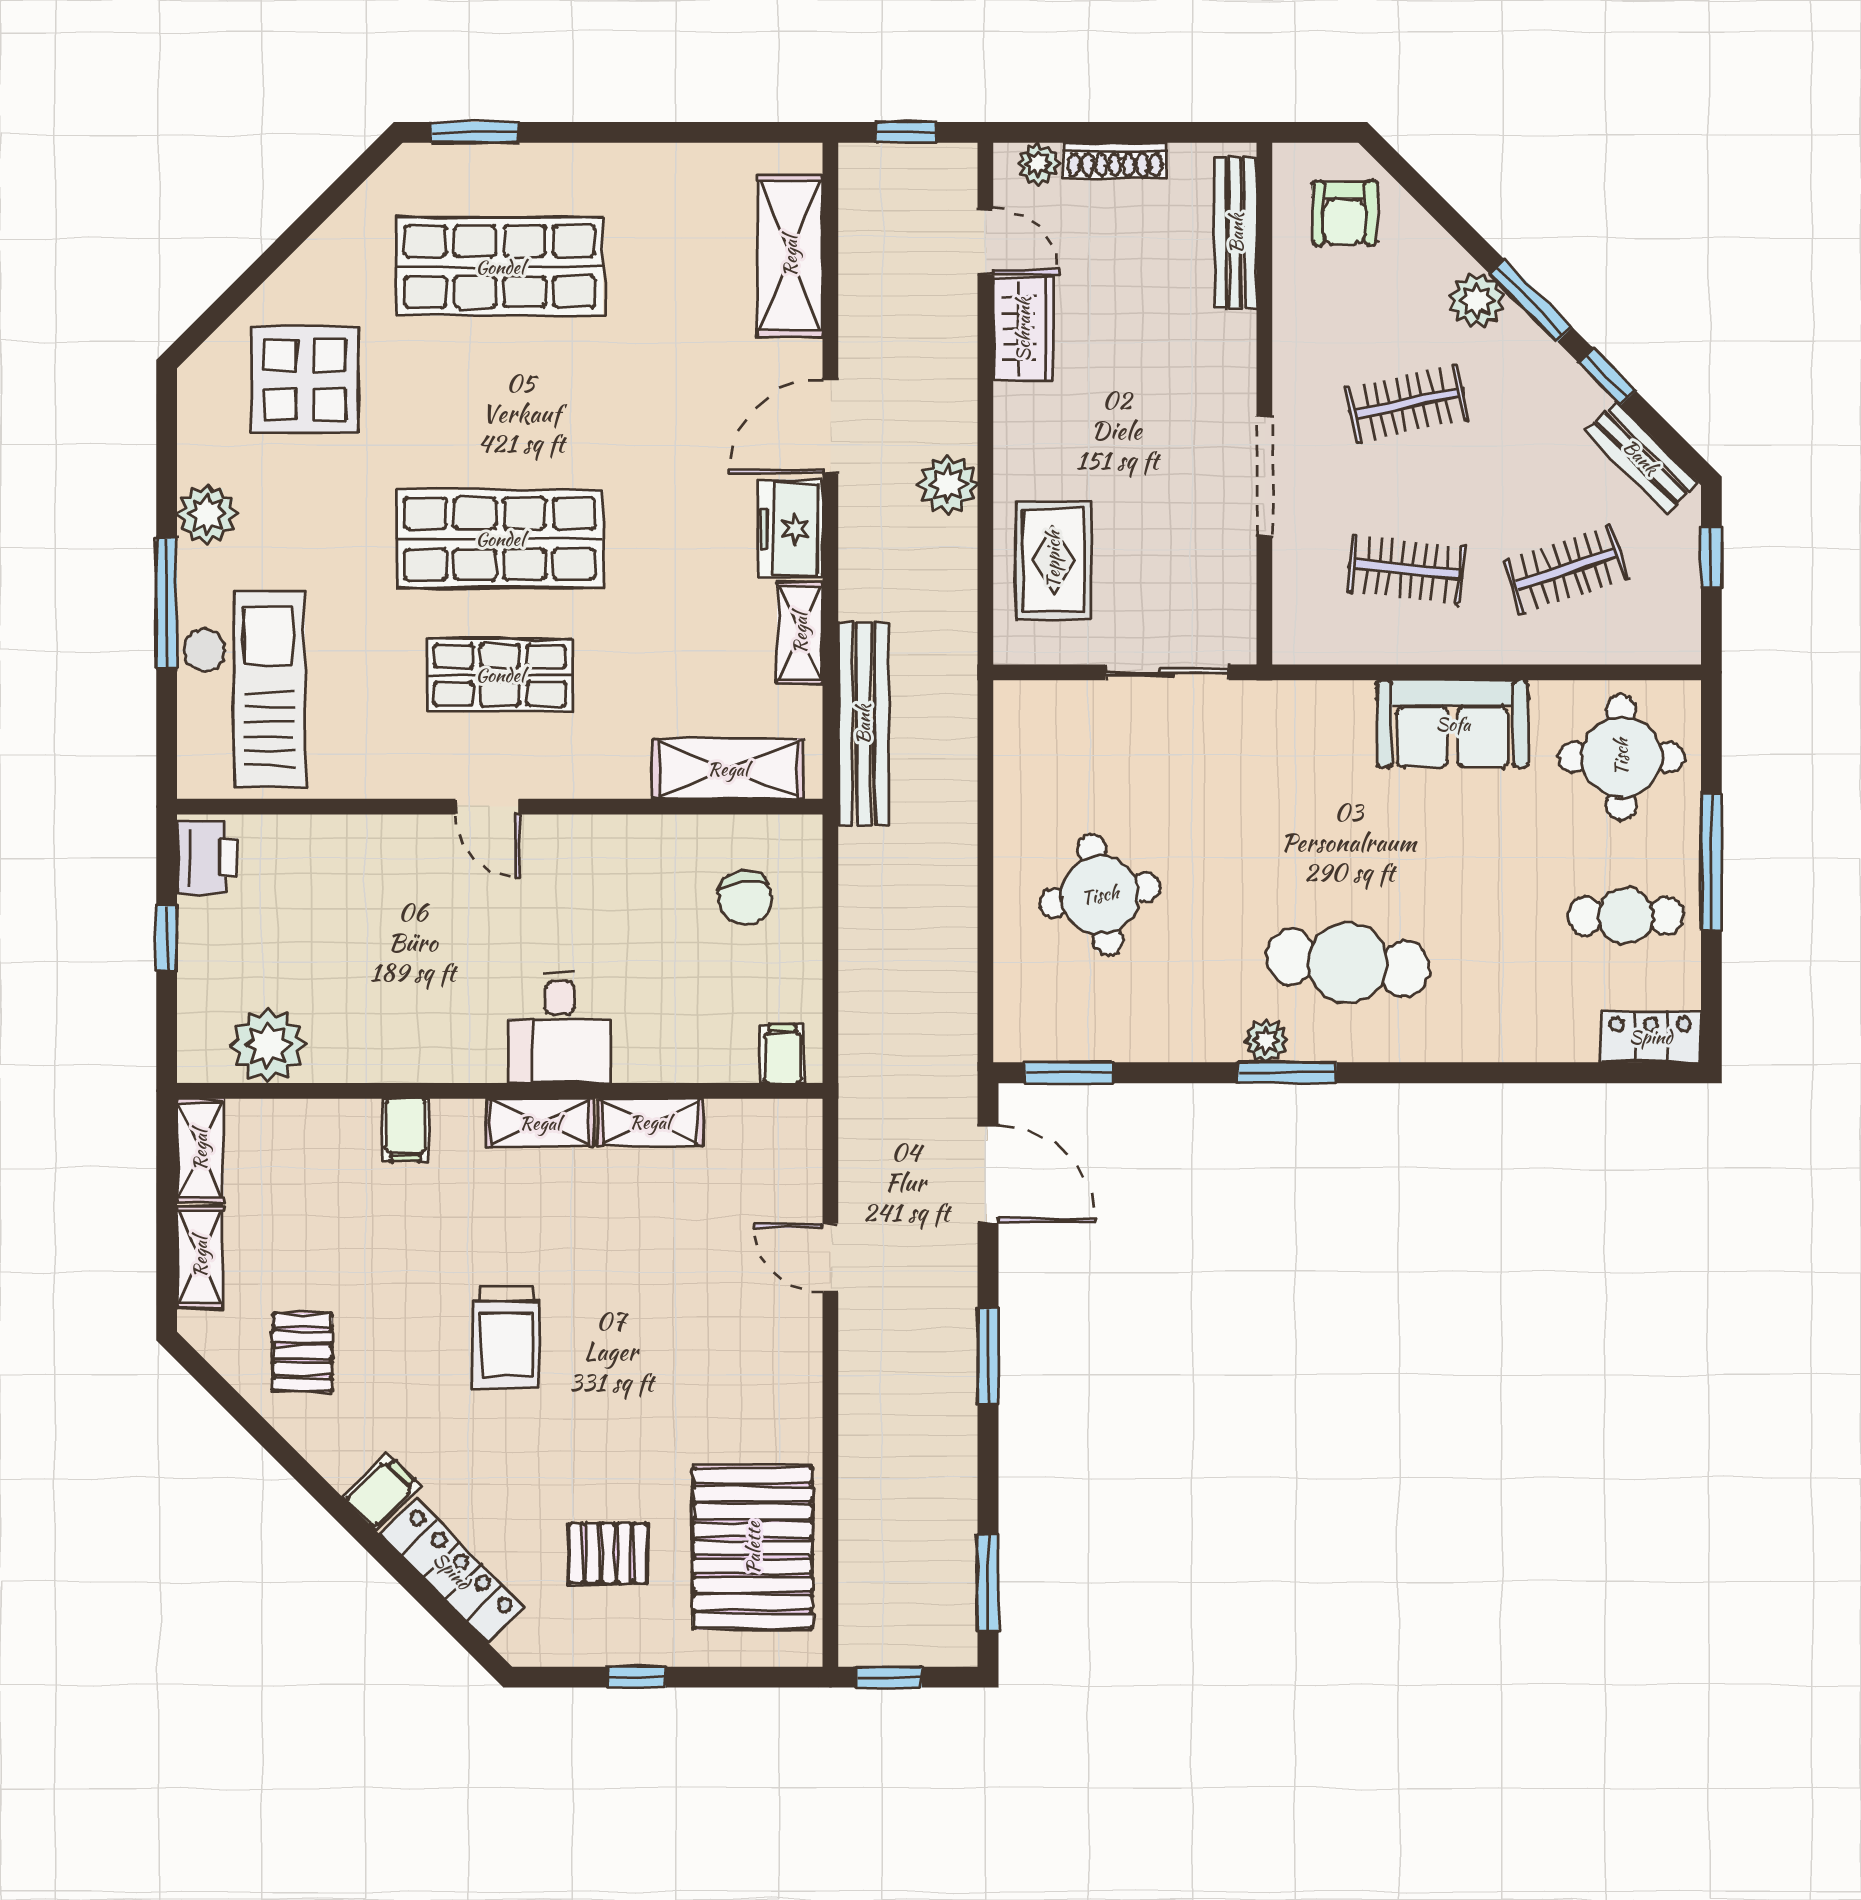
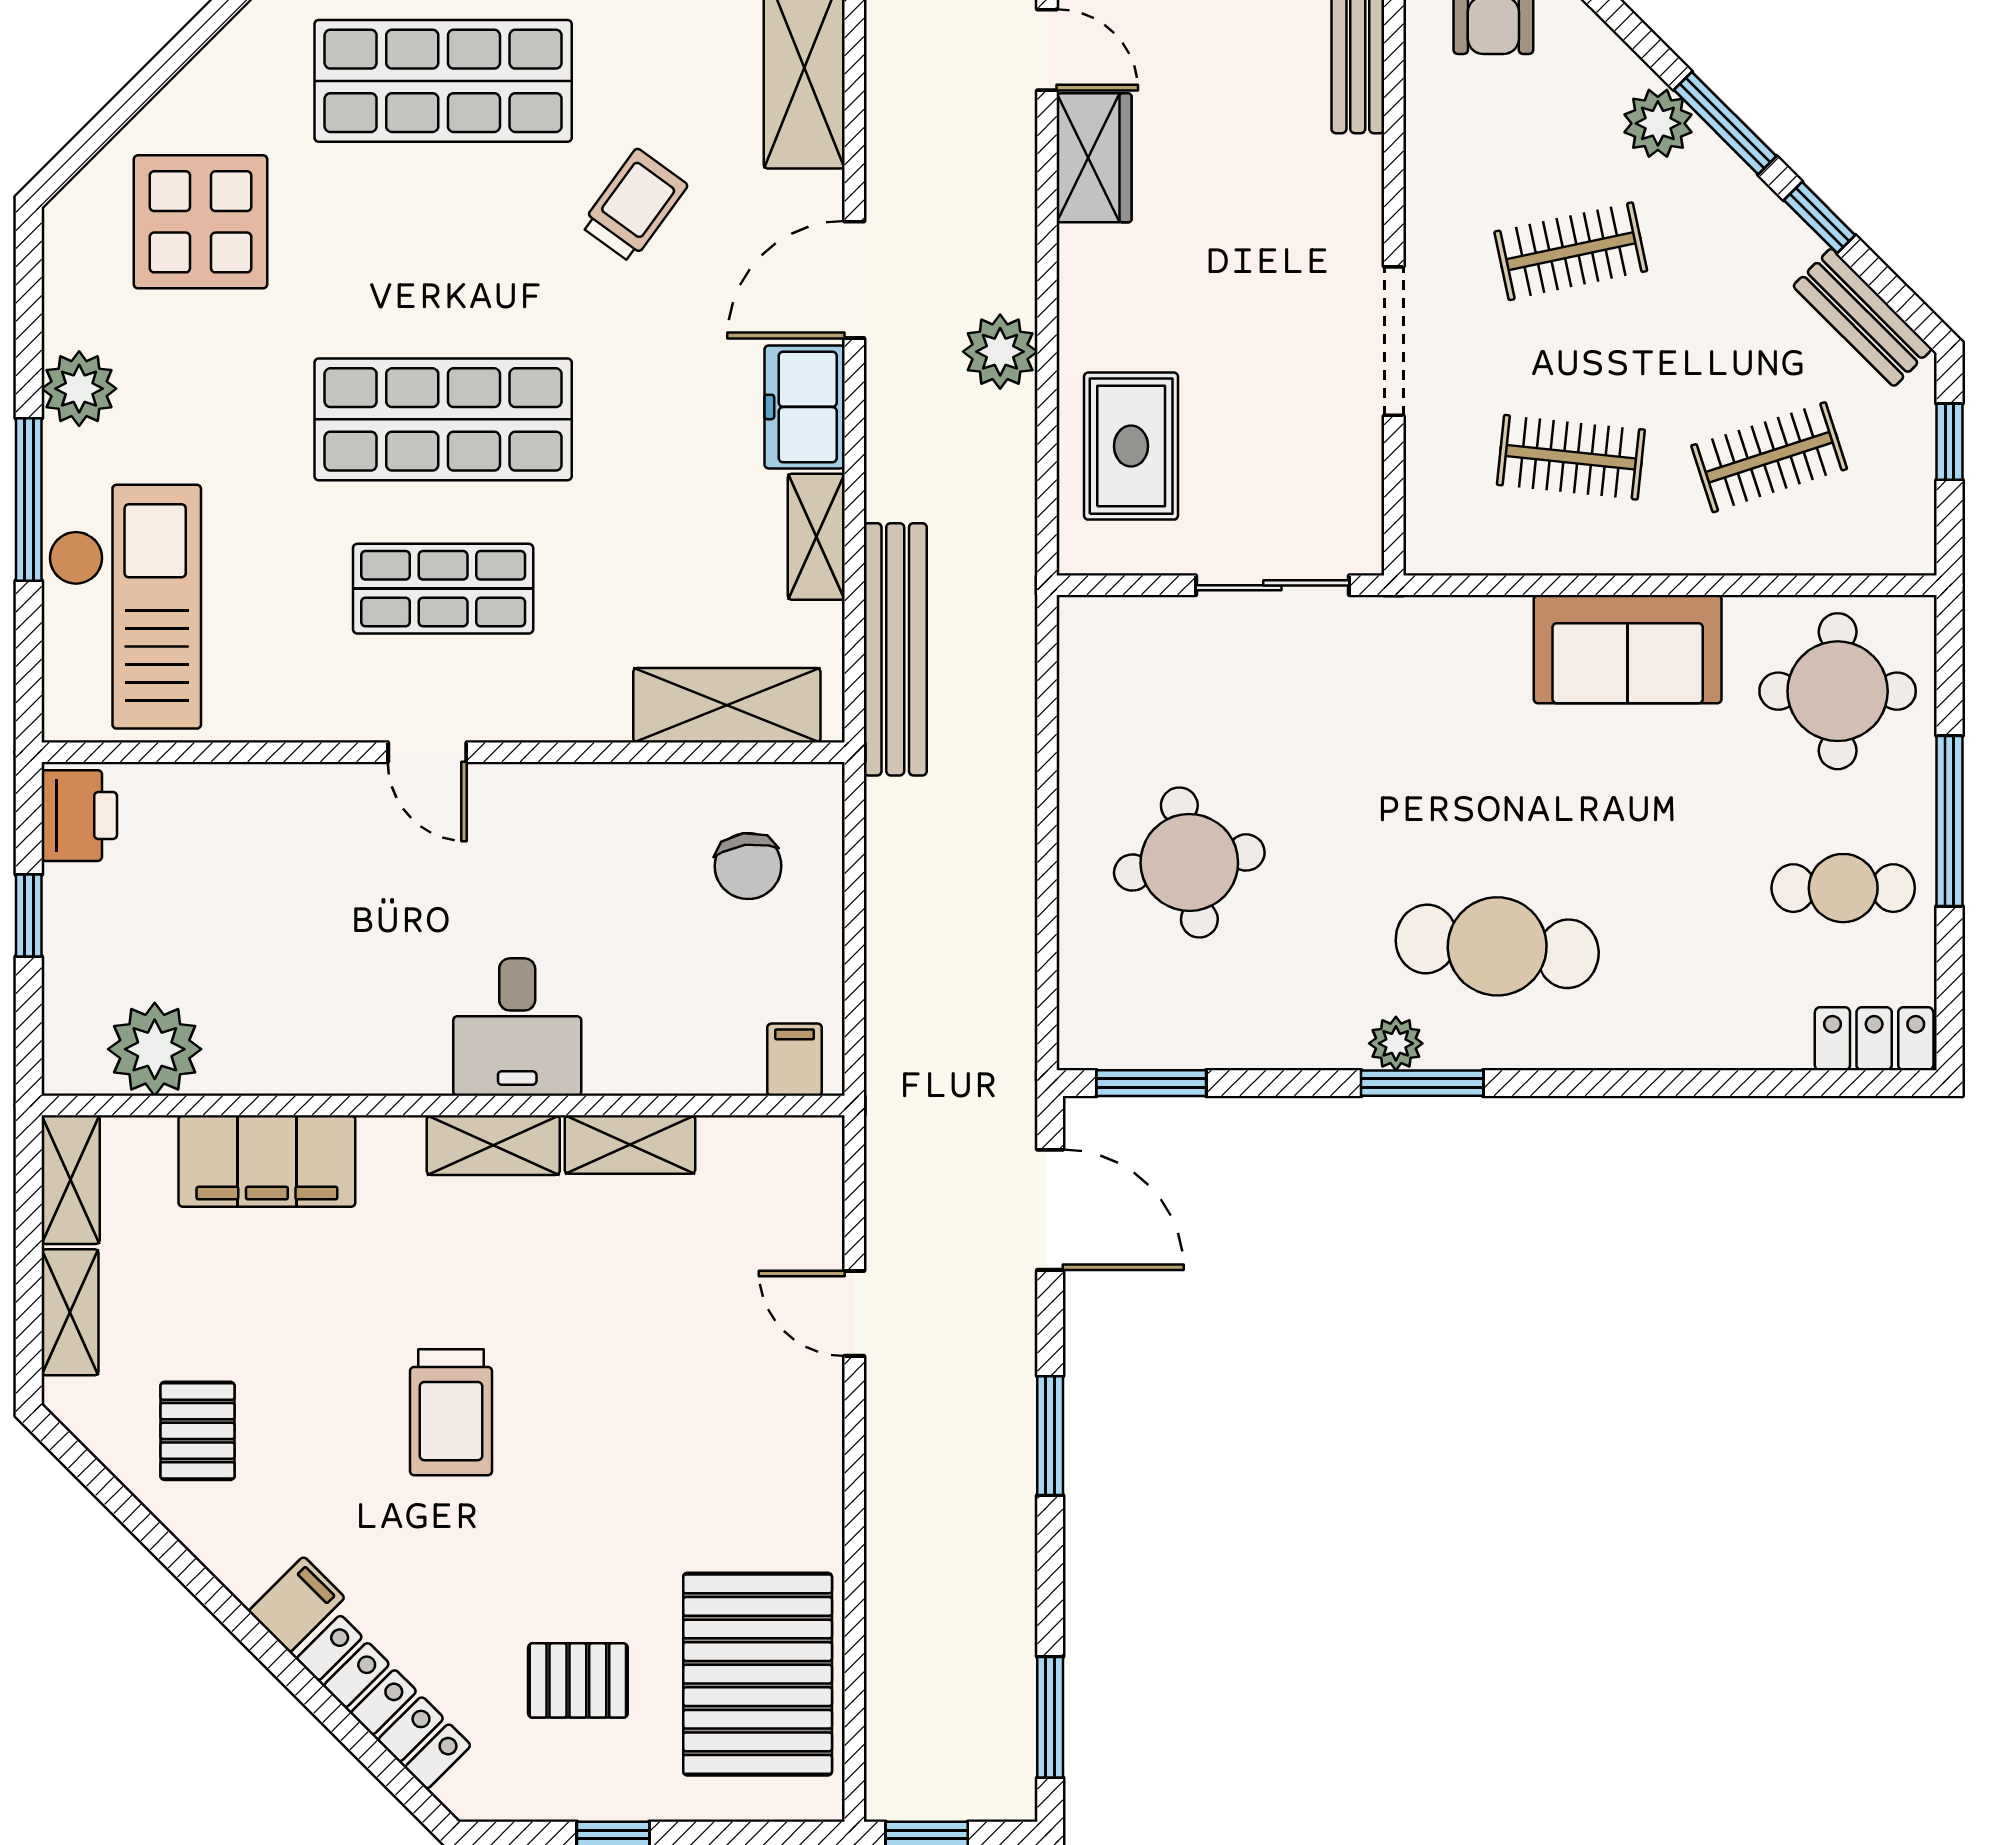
trolley: (653, 367) -> (634, 205), added
filing cabinet: (405, 1130) -> (267, 1161), width x3.00, depth x1.17

